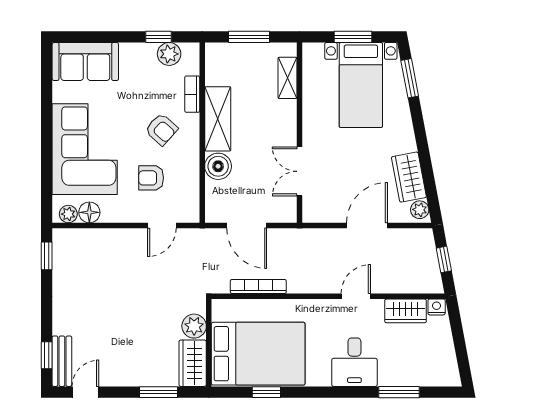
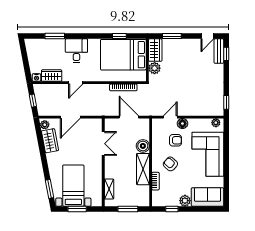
plant: (169, 54) -> (185, 201), moved
floor lamp: (89, 212) -> (182, 124), moved

